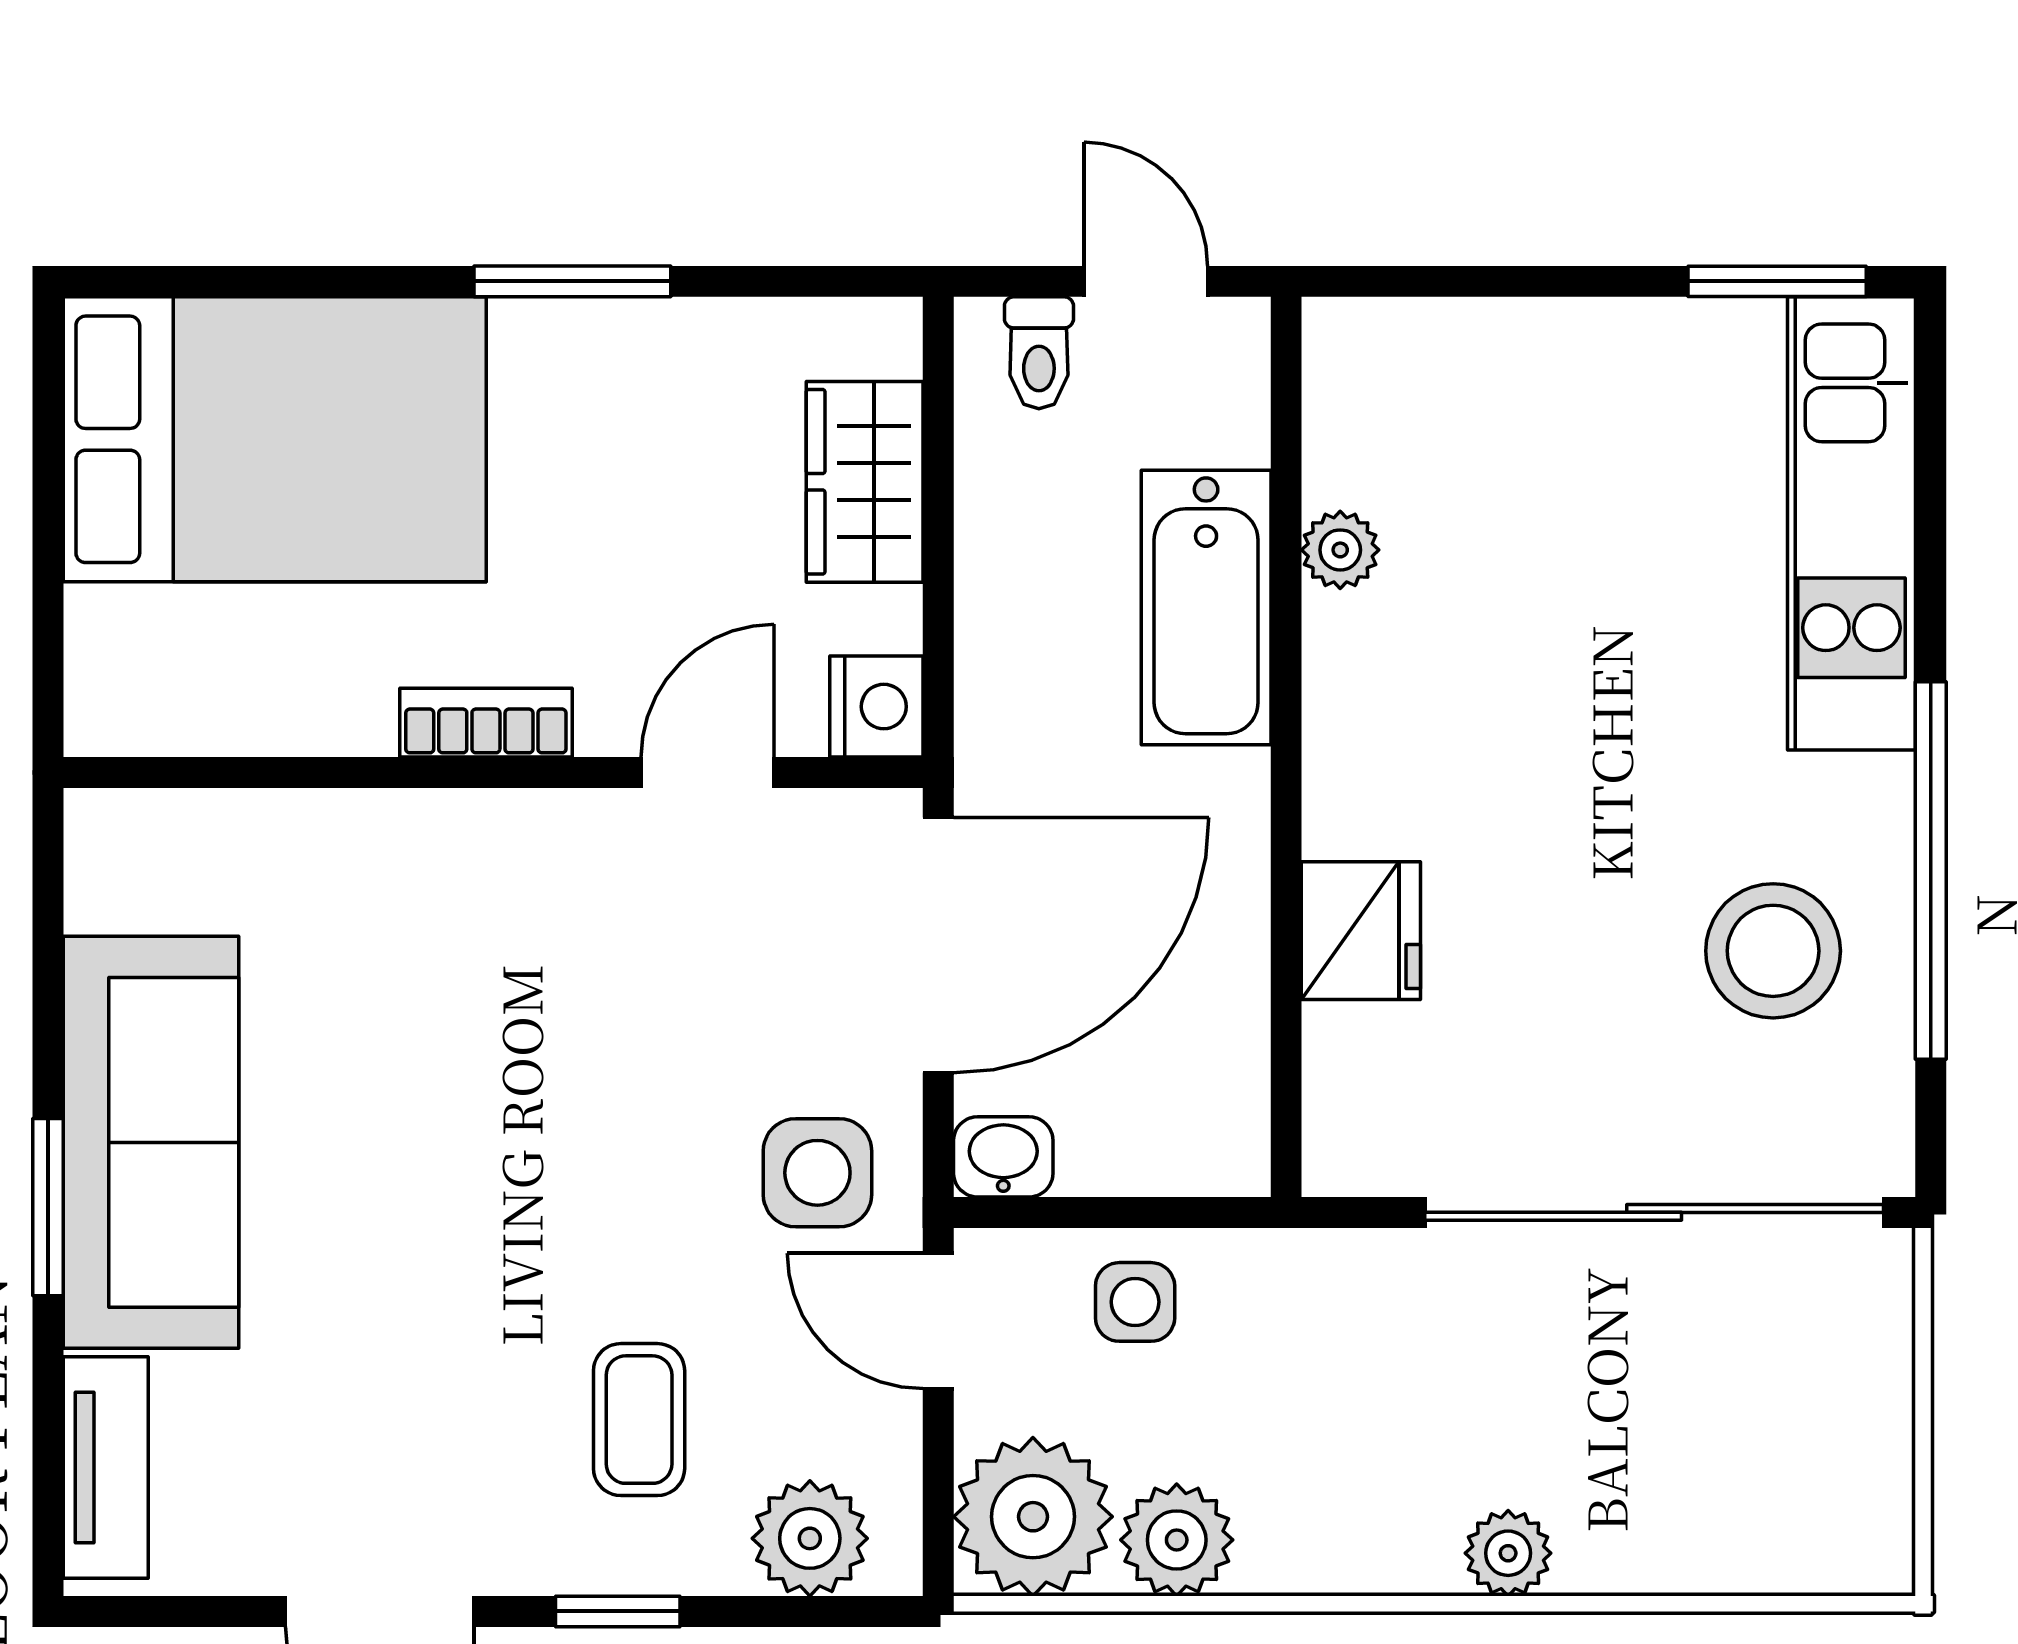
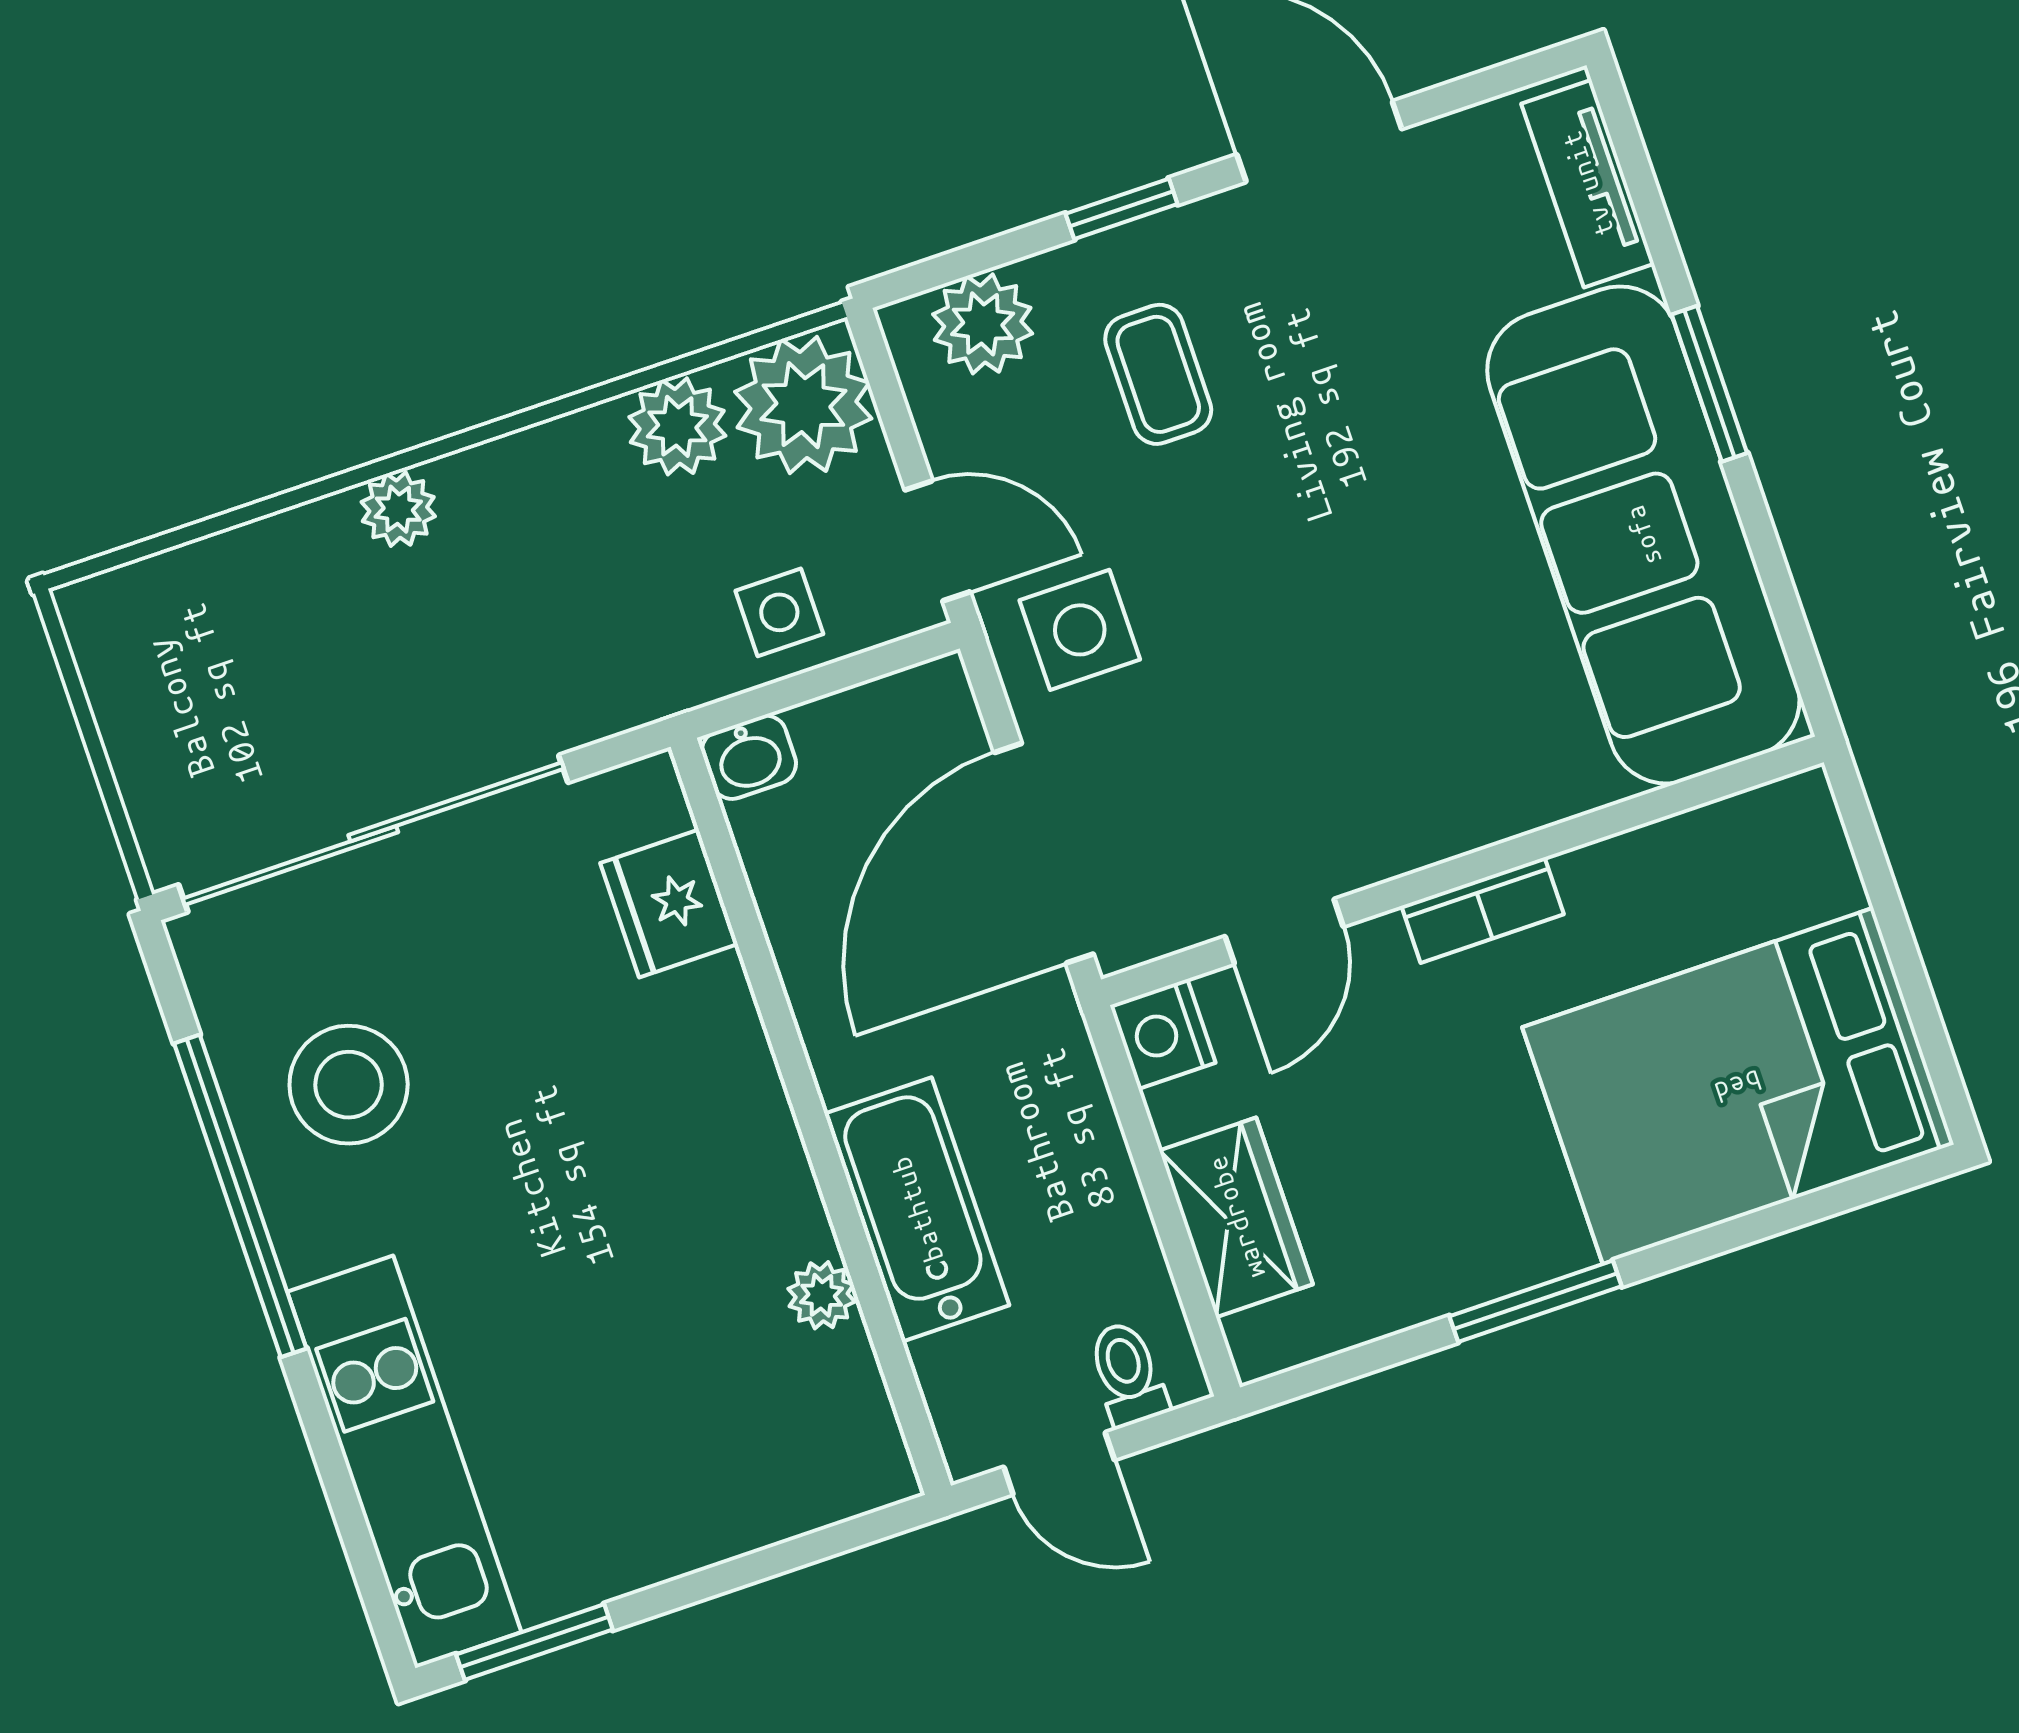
fridge: (1361, 931) -> (669, 904), moved
sofa: (151, 1142) -> (1643, 535), width x1.36, depth x1.27
washbasin: (1003, 1157) -> (749, 757), moved

